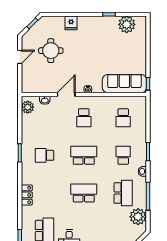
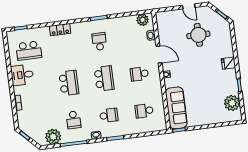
fridge: (71, 23) -> (228, 63), moved
school desk: (123, 193) -> (74, 120), width x0.54

